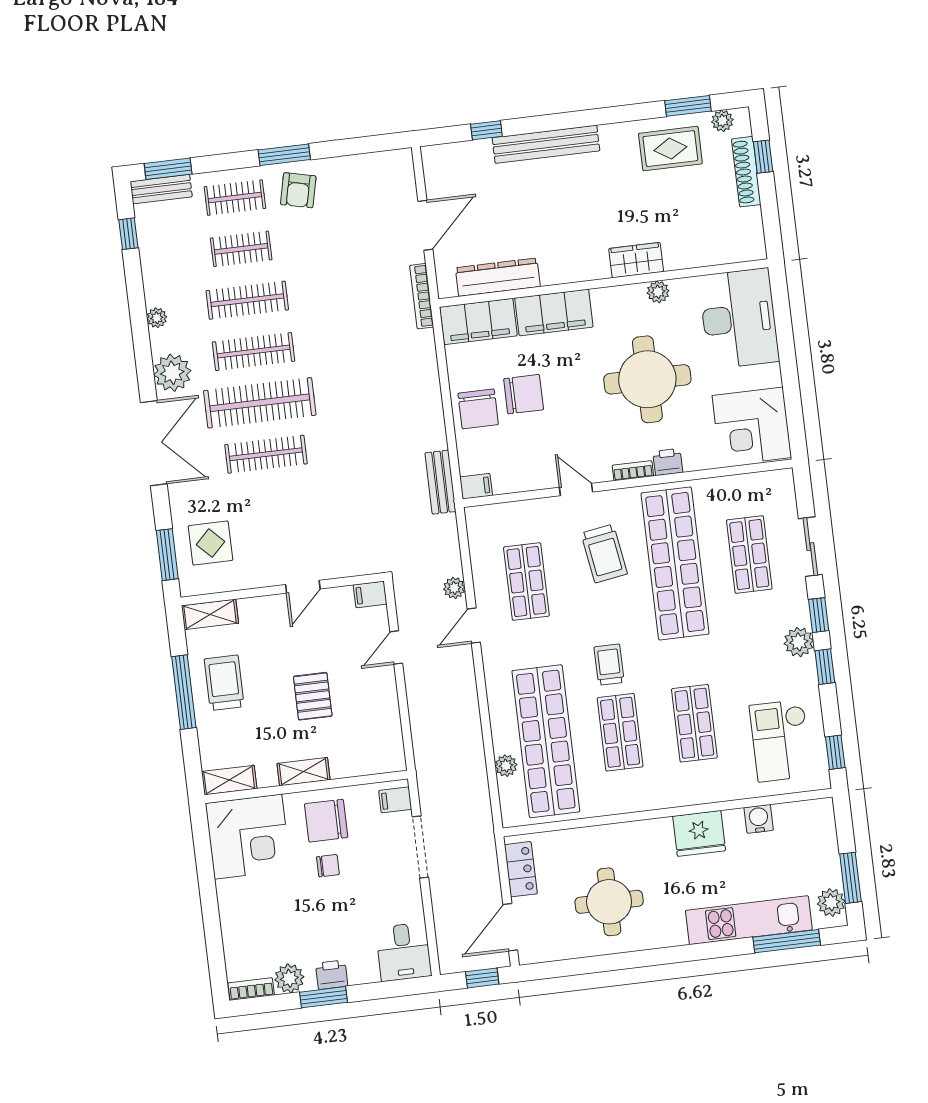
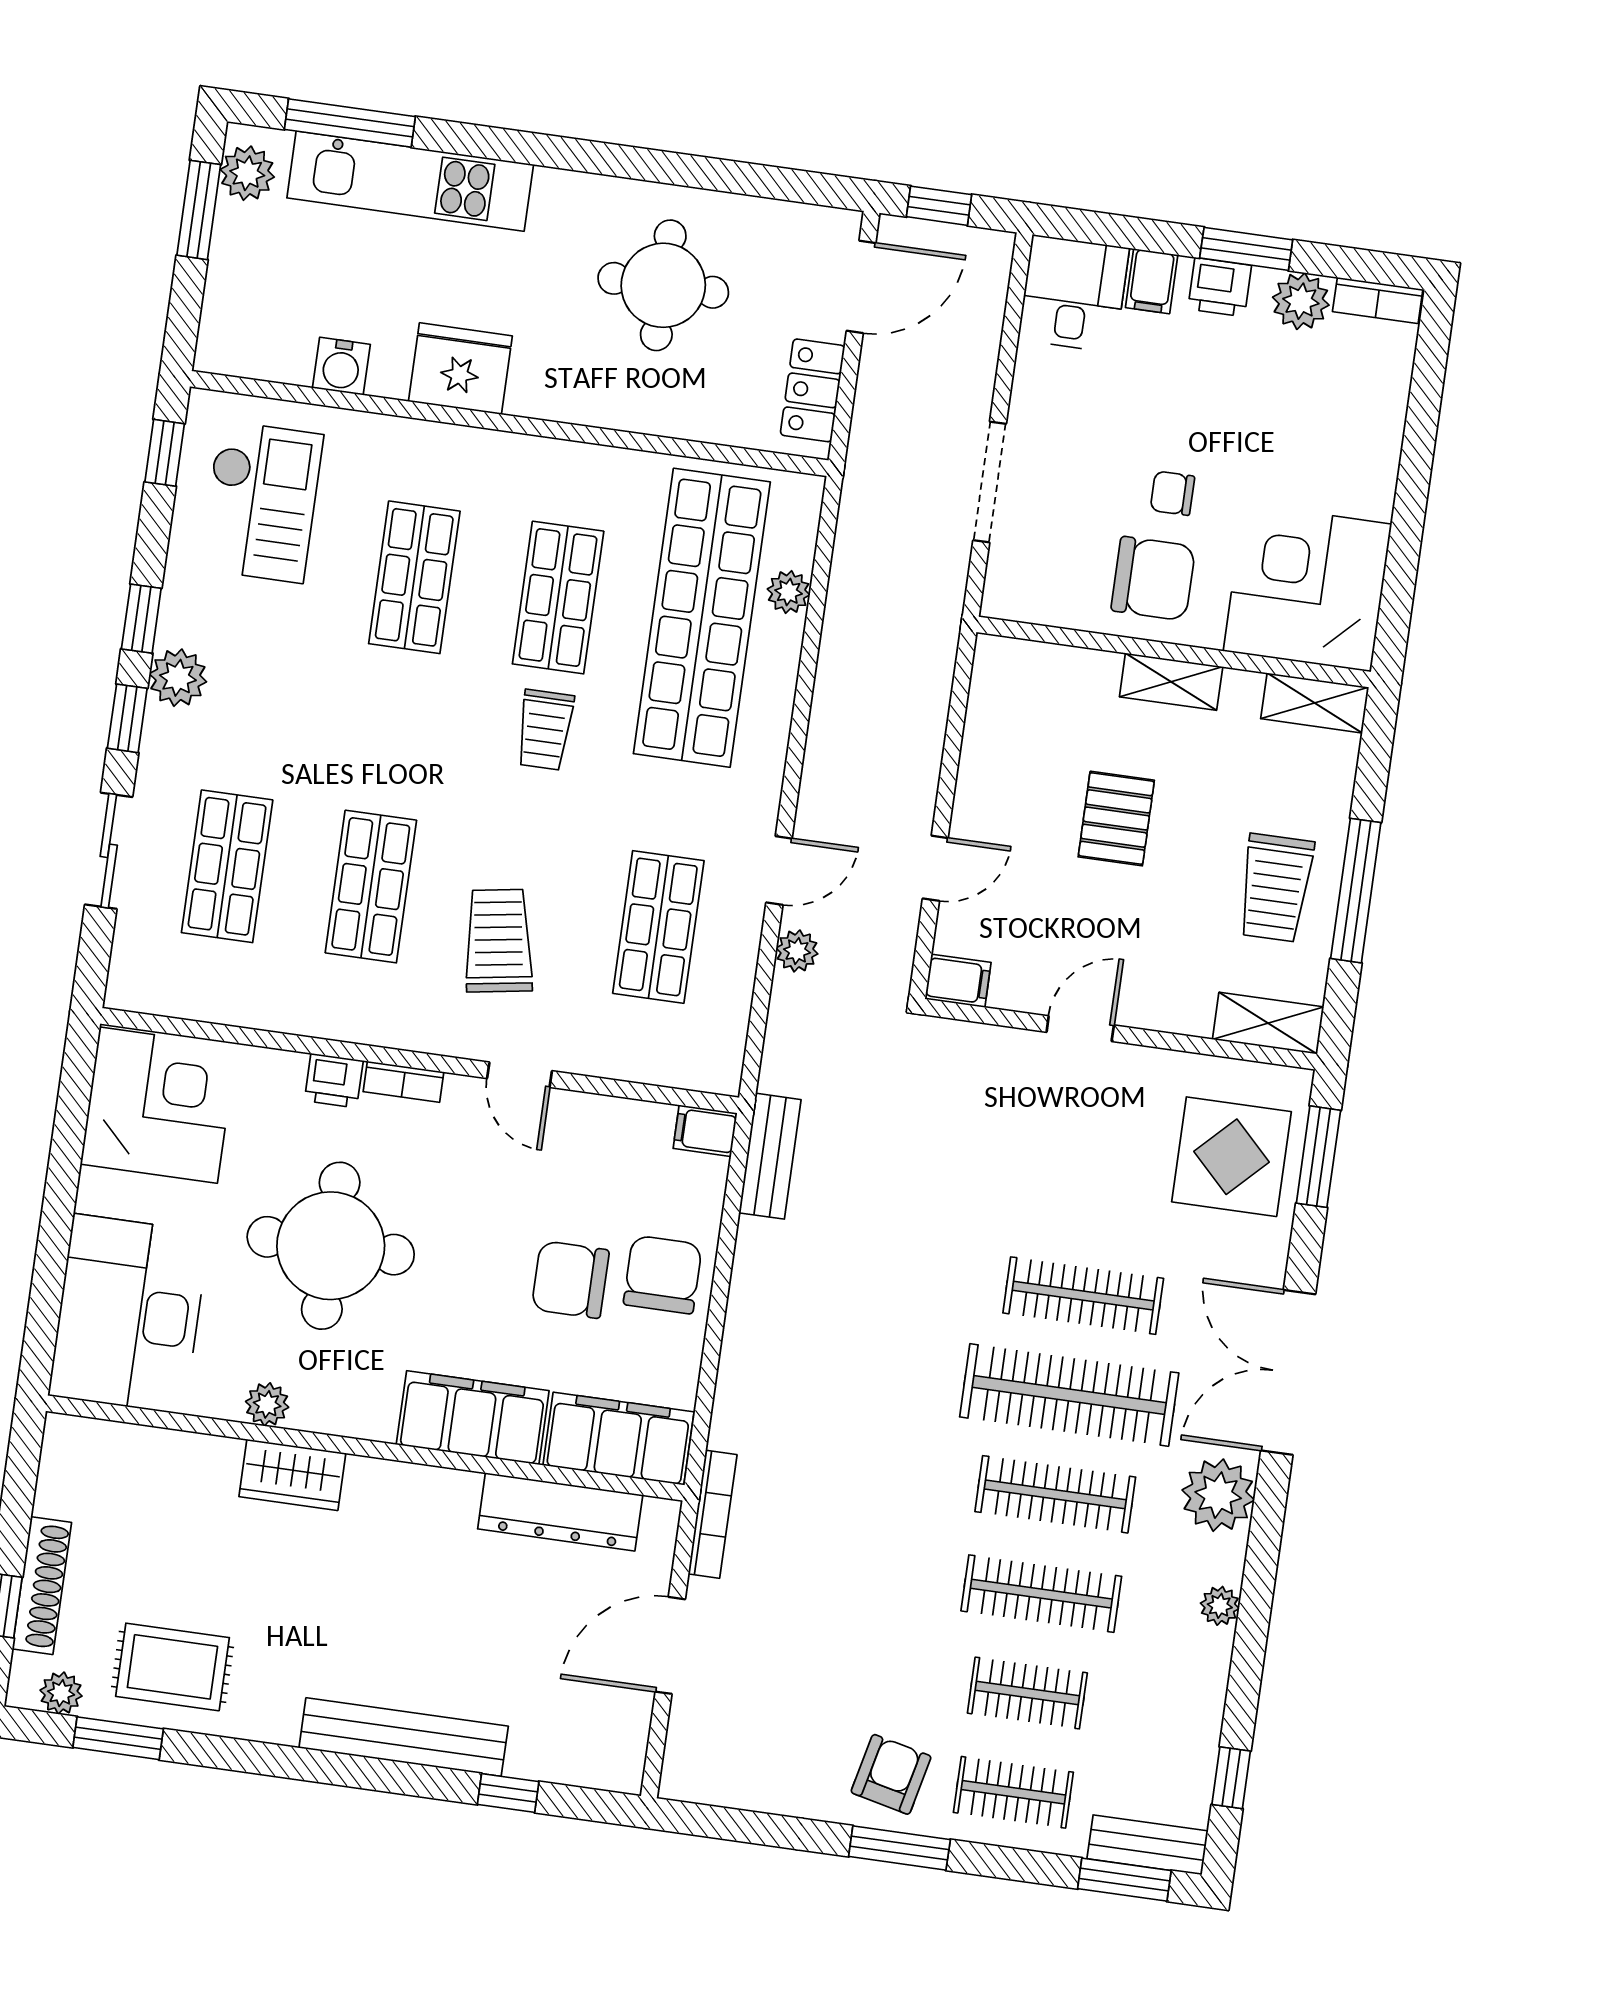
display table: (211, 543) -> (1231, 1157), width x1.36, depth x1.36
shop shelf: (675, 564) -> (371, 887), width x0.50, depth x0.74
filing cabinet: (395, 800) -> (1152, 281), moved, turned 90

